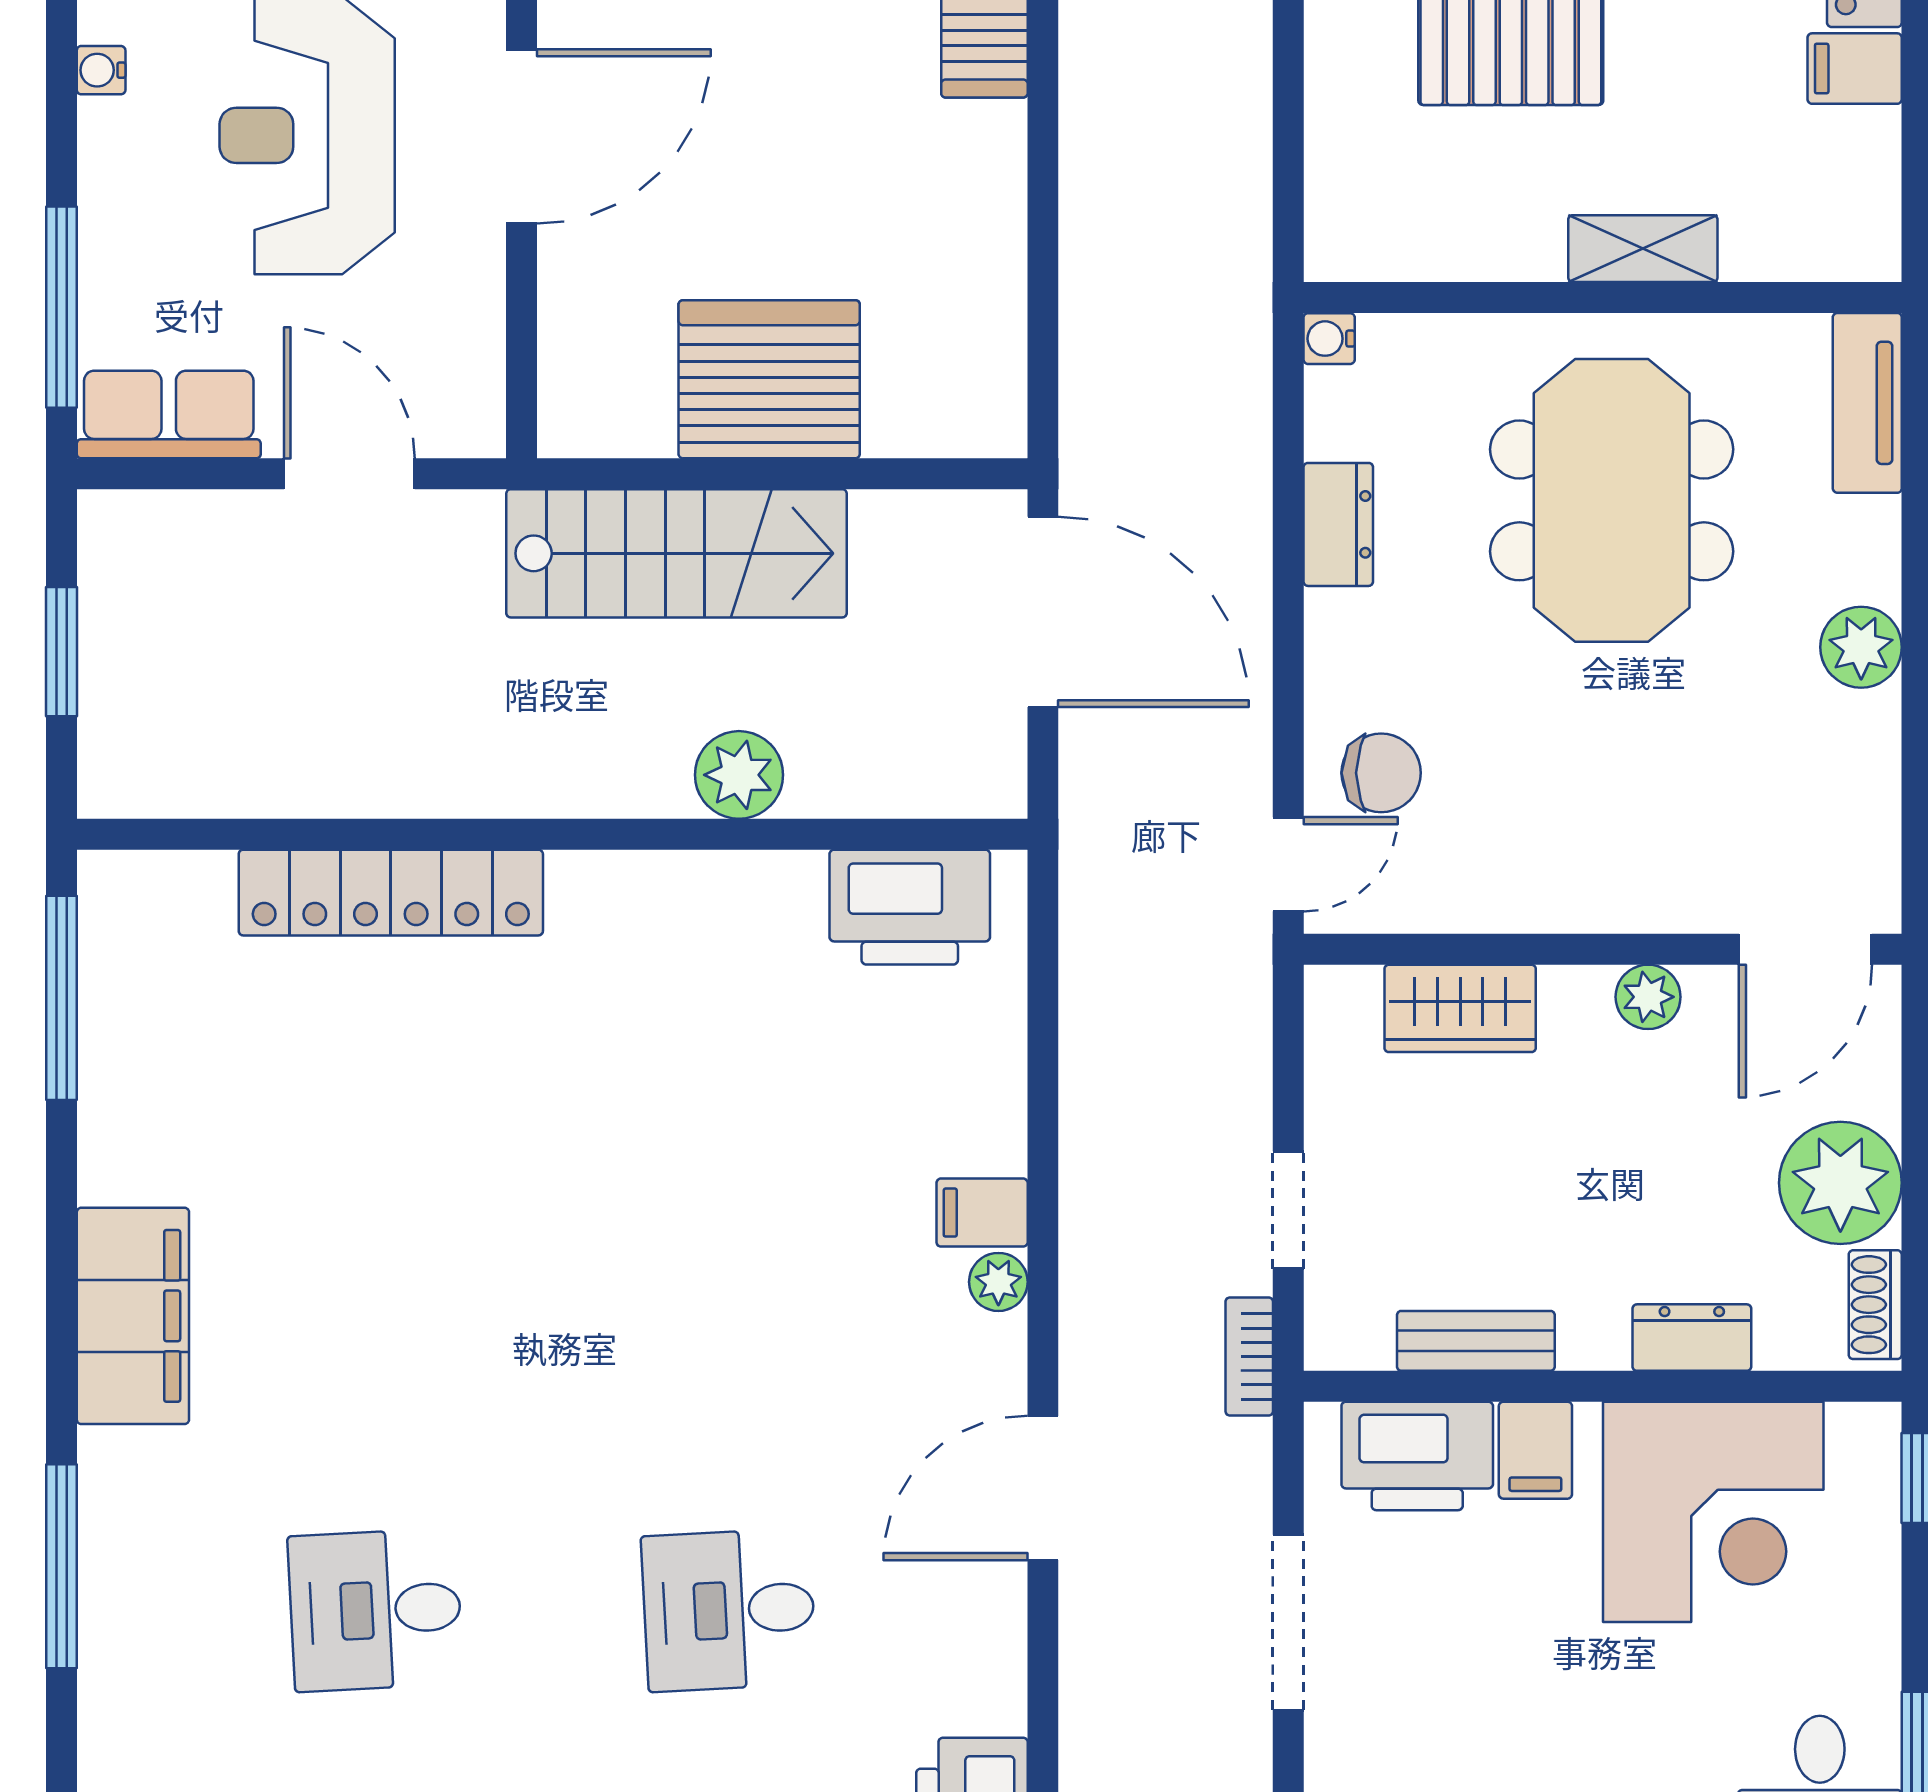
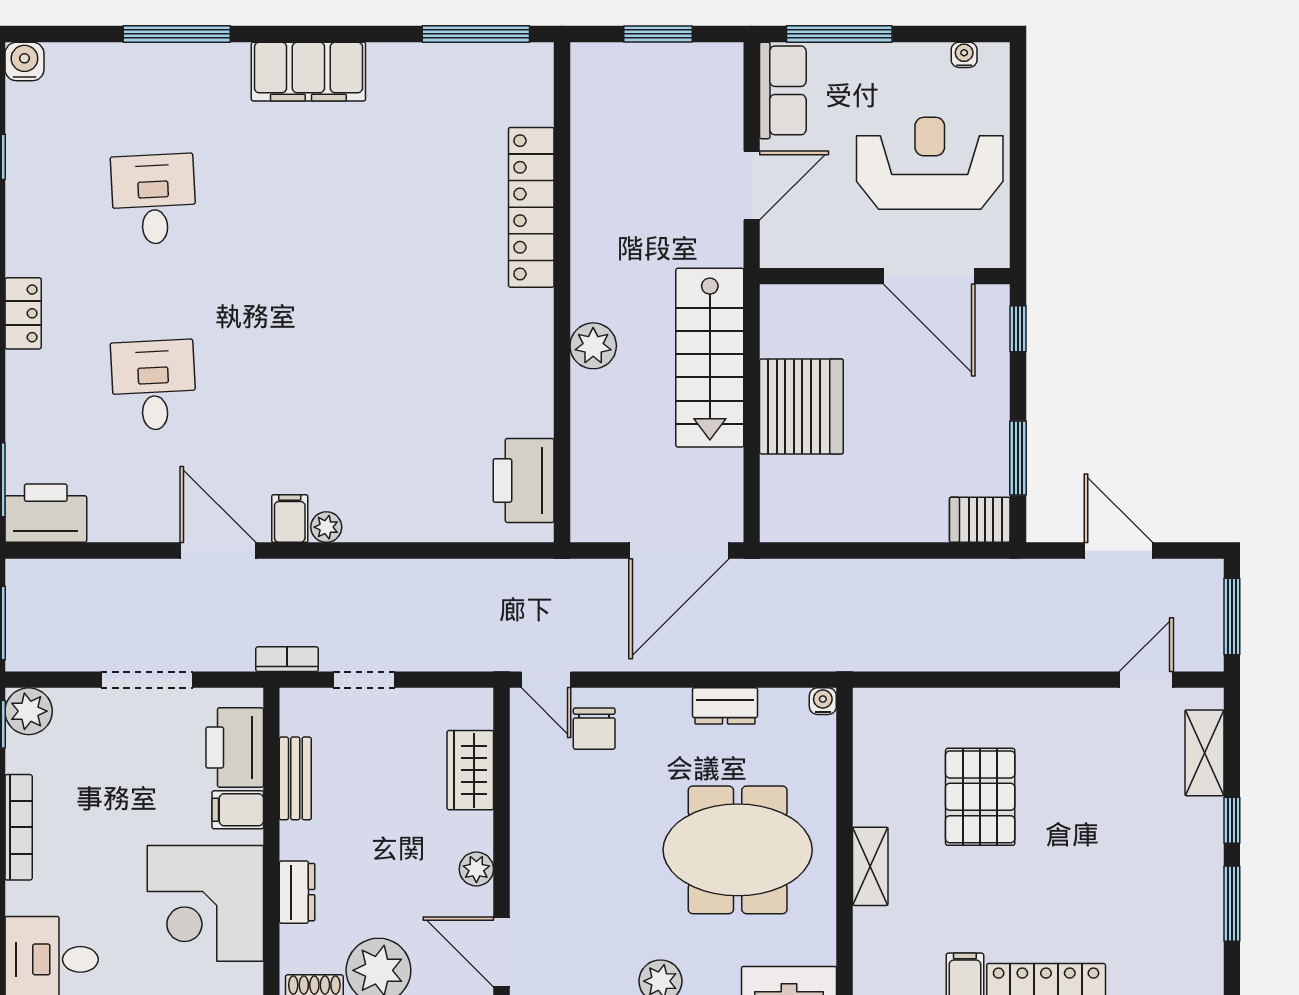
plant: (739, 775) -> (593, 346), moved
filing cabinet: (982, 1213) -> (290, 519), moved

